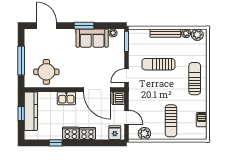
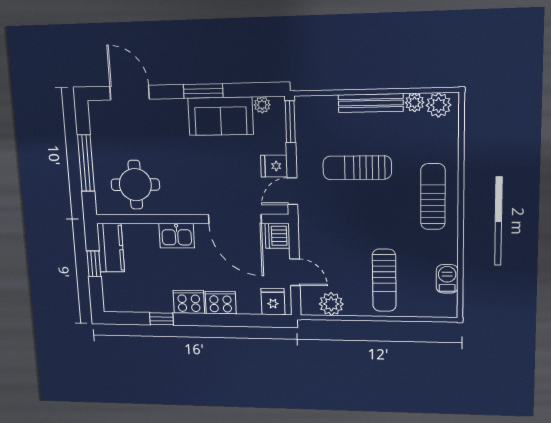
fridge: (118, 63) -> (274, 166), added
kitchen counter: (31, 111) -> (111, 248), width x0.67

